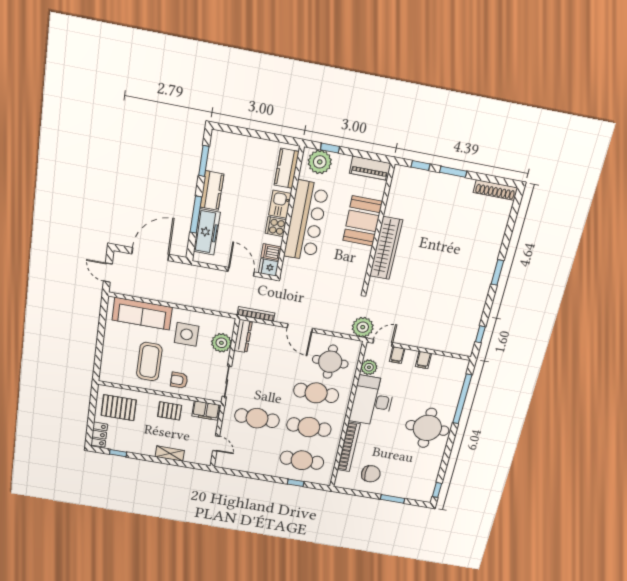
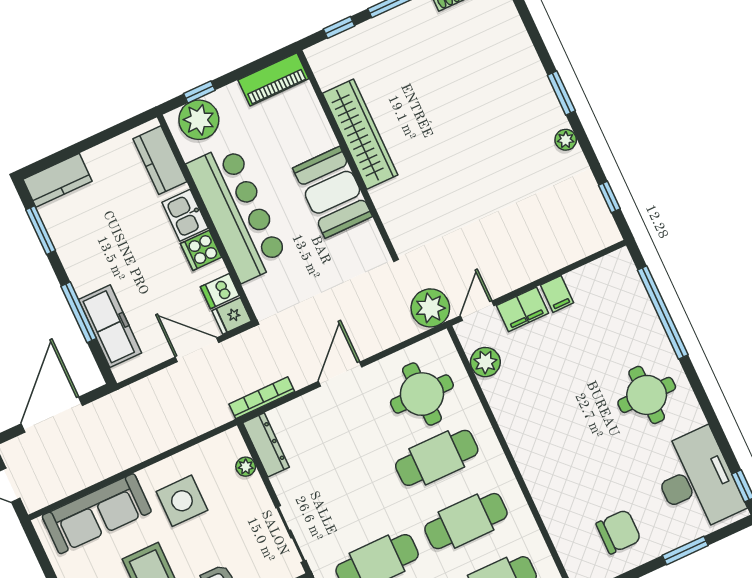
kitchen counter: (212, 191) -> (57, 180), moved, turned 90
booth: (363, 221) -> (332, 192), moved
wardrobe: (386, 248) -> (360, 134), moved
plant: (482, 295) -> (566, 140), added
door: (300, 328) -> (340, 374), swing flipped
plant: (221, 343) -> (246, 467), width x0.53, depth x0.53
filing cabinet: (397, 355) -> (523, 309), width x2.00
desk: (372, 401) -> (696, 481), moved, turned 180
round table: (427, 428) -> (647, 395), width x0.73, depth x0.73
bookcase: (349, 447) -> (551, 511), removed

